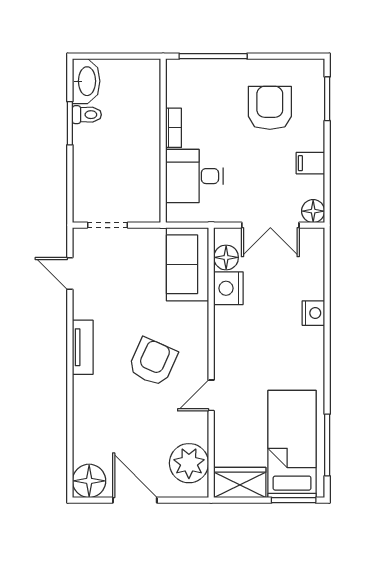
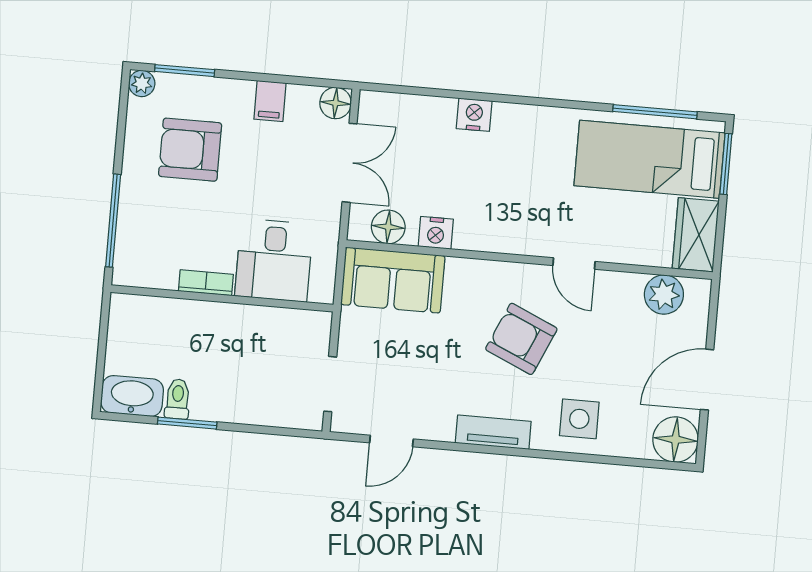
plant: (315, 68) -> (142, 83), added
nightstand: (228, 288) -> (436, 233), width x0.74, depth x0.75
side table: (98, 409) -> (579, 419), added
plant: (189, 463) -> (664, 295), width x0.73, depth x0.73

